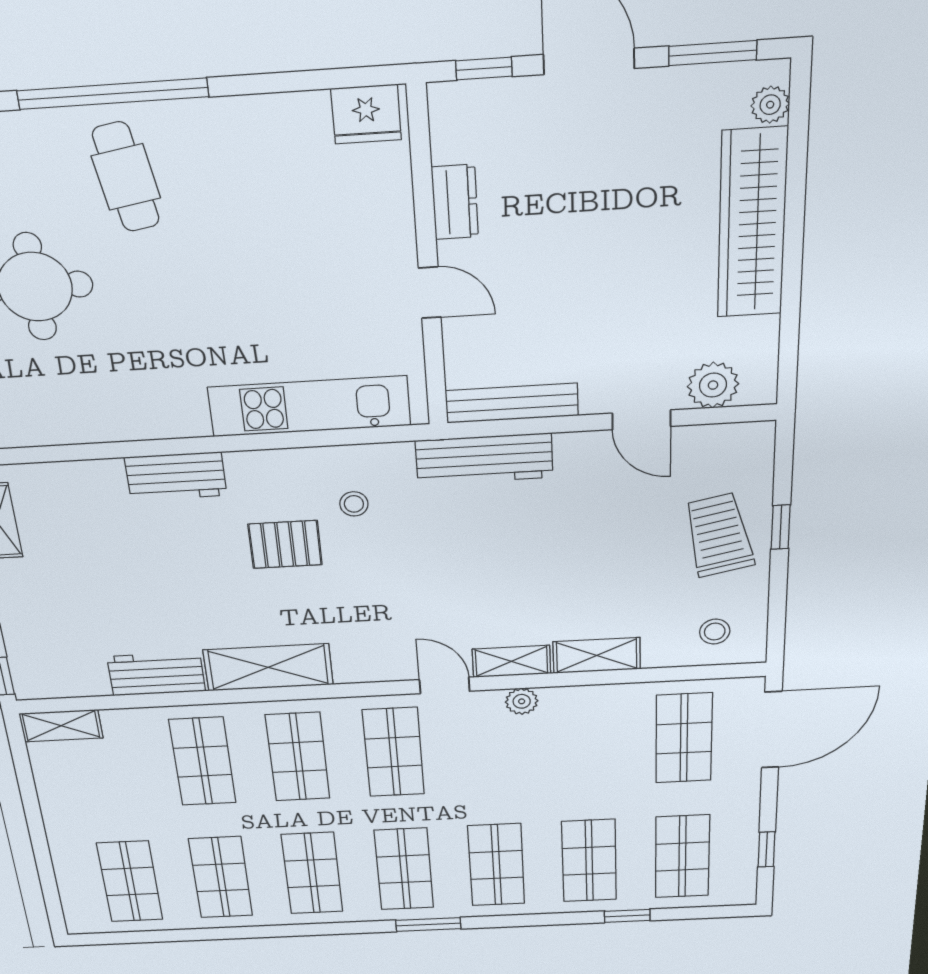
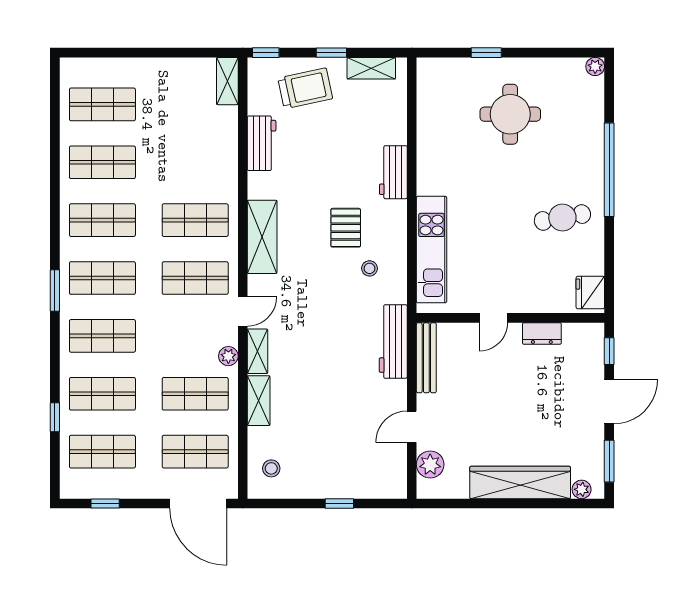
cafe table: (126, 177) -> (562, 217), moved
trolley: (719, 535) -> (305, 88), moved
shelving: (268, 667) -> (262, 237), moved
shop shelf: (203, 762) -> (195, 394), moved

